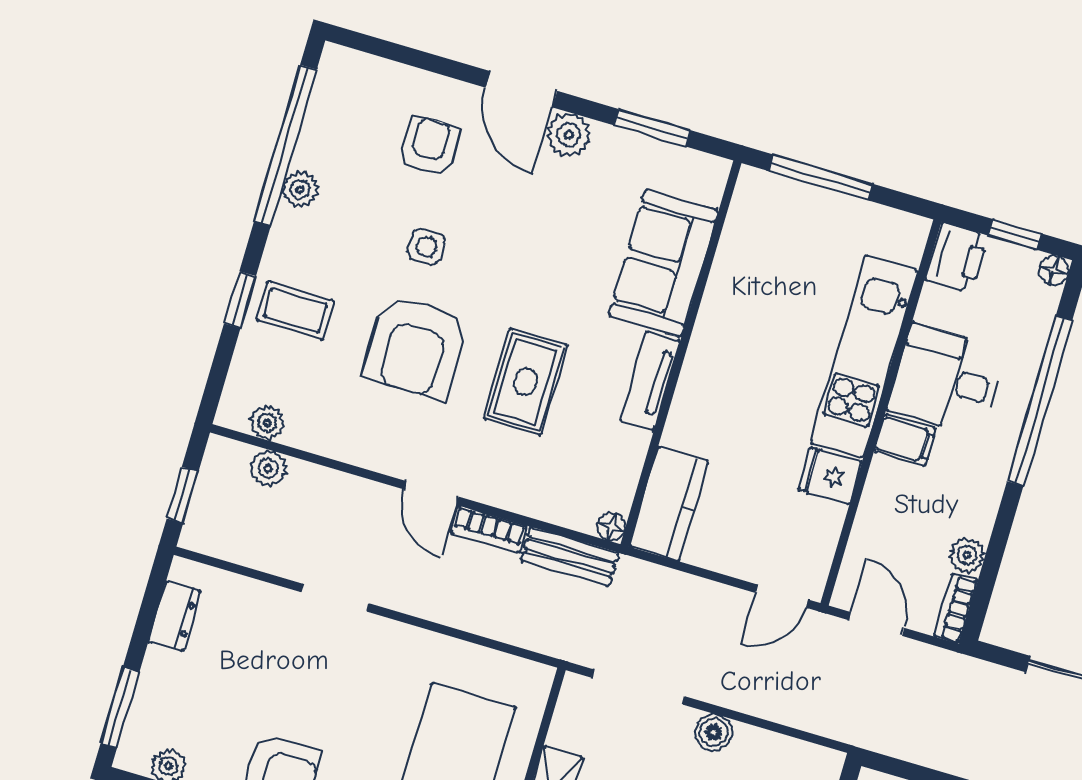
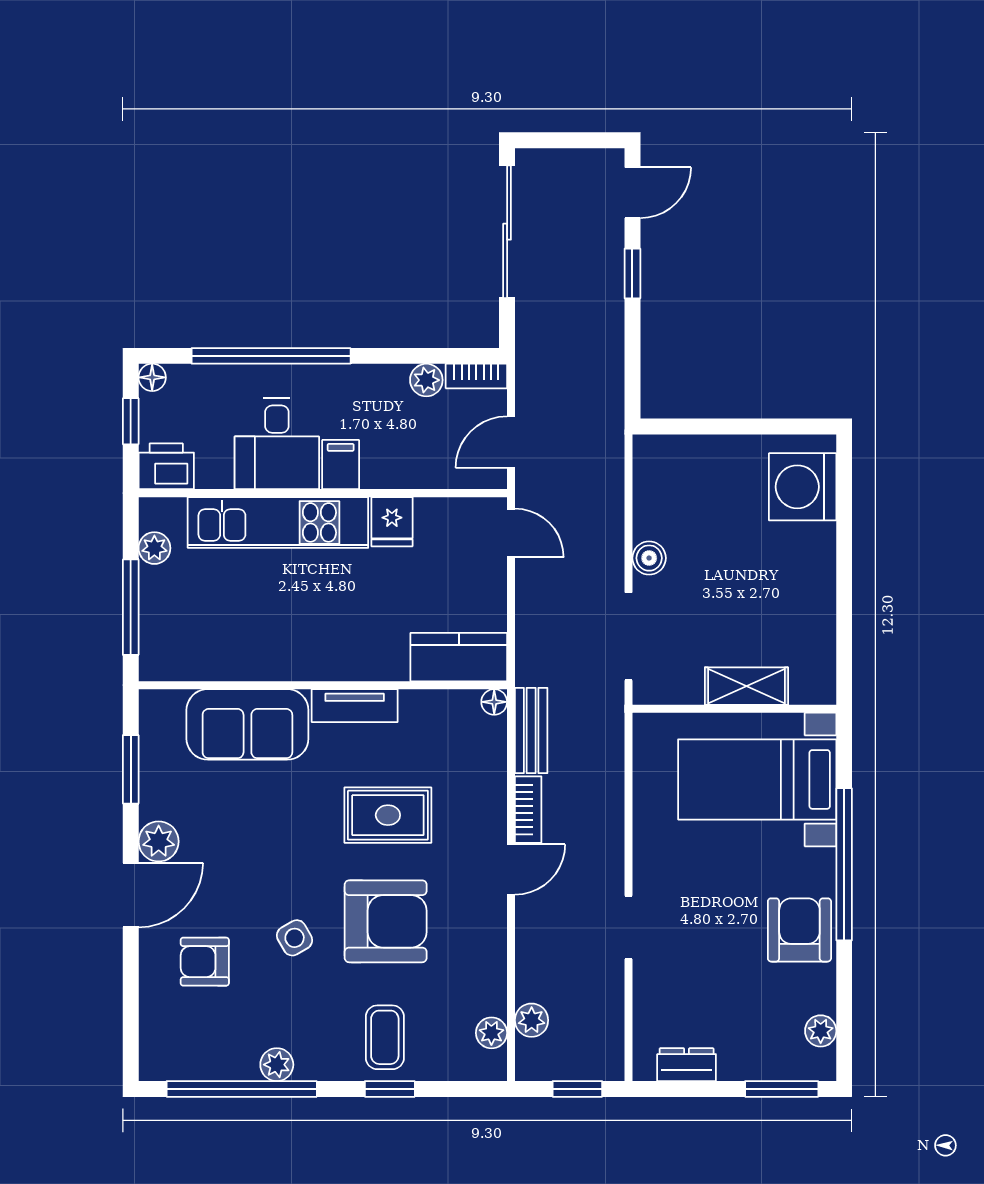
plant: (875, 220) -> (154, 548), added
side table: (427, 247) -> (295, 938), turned -30

